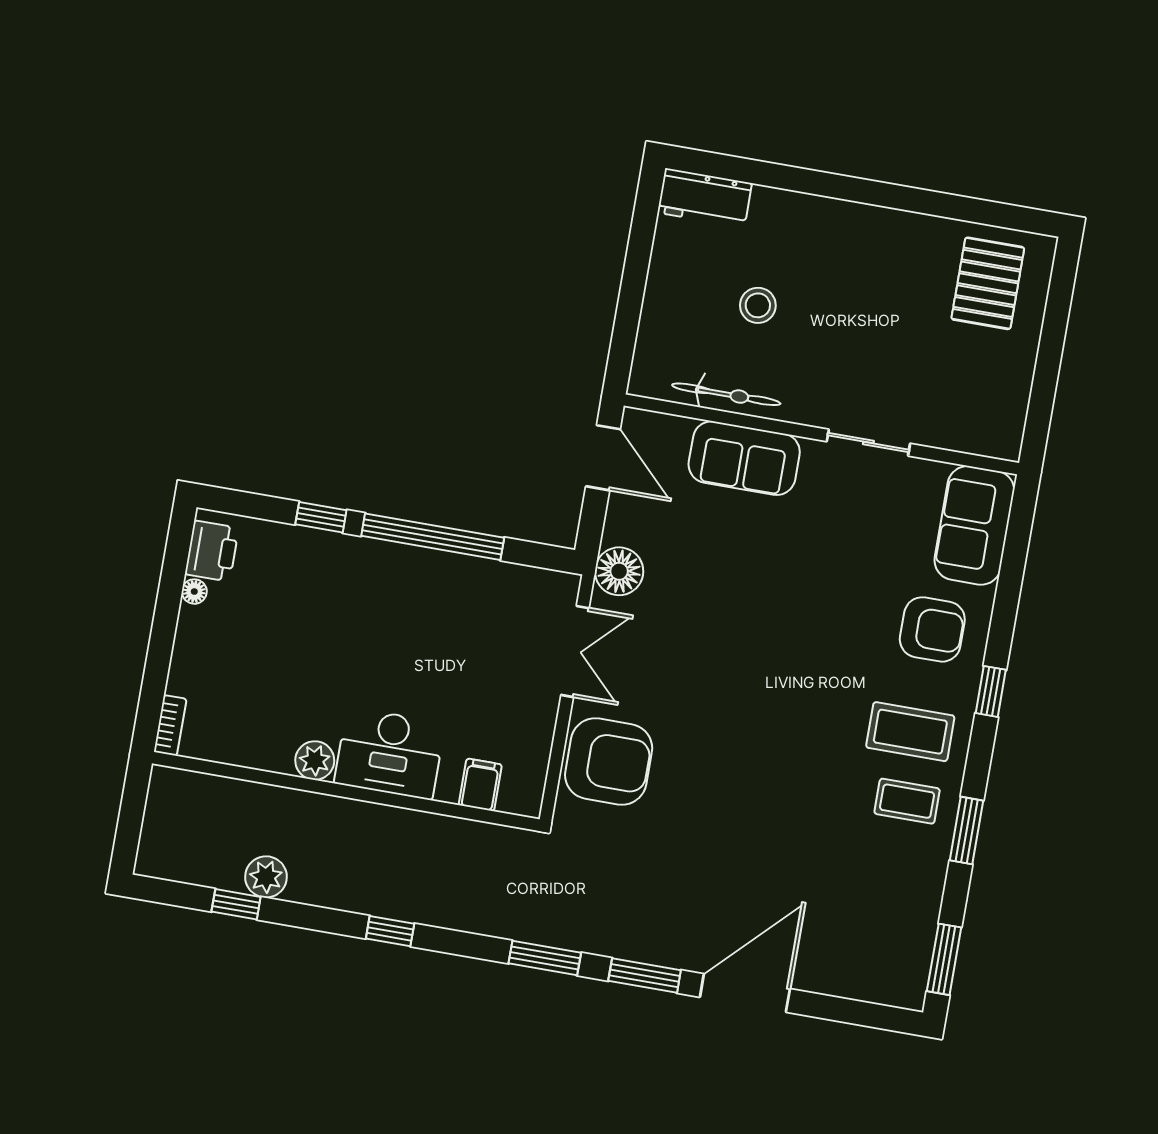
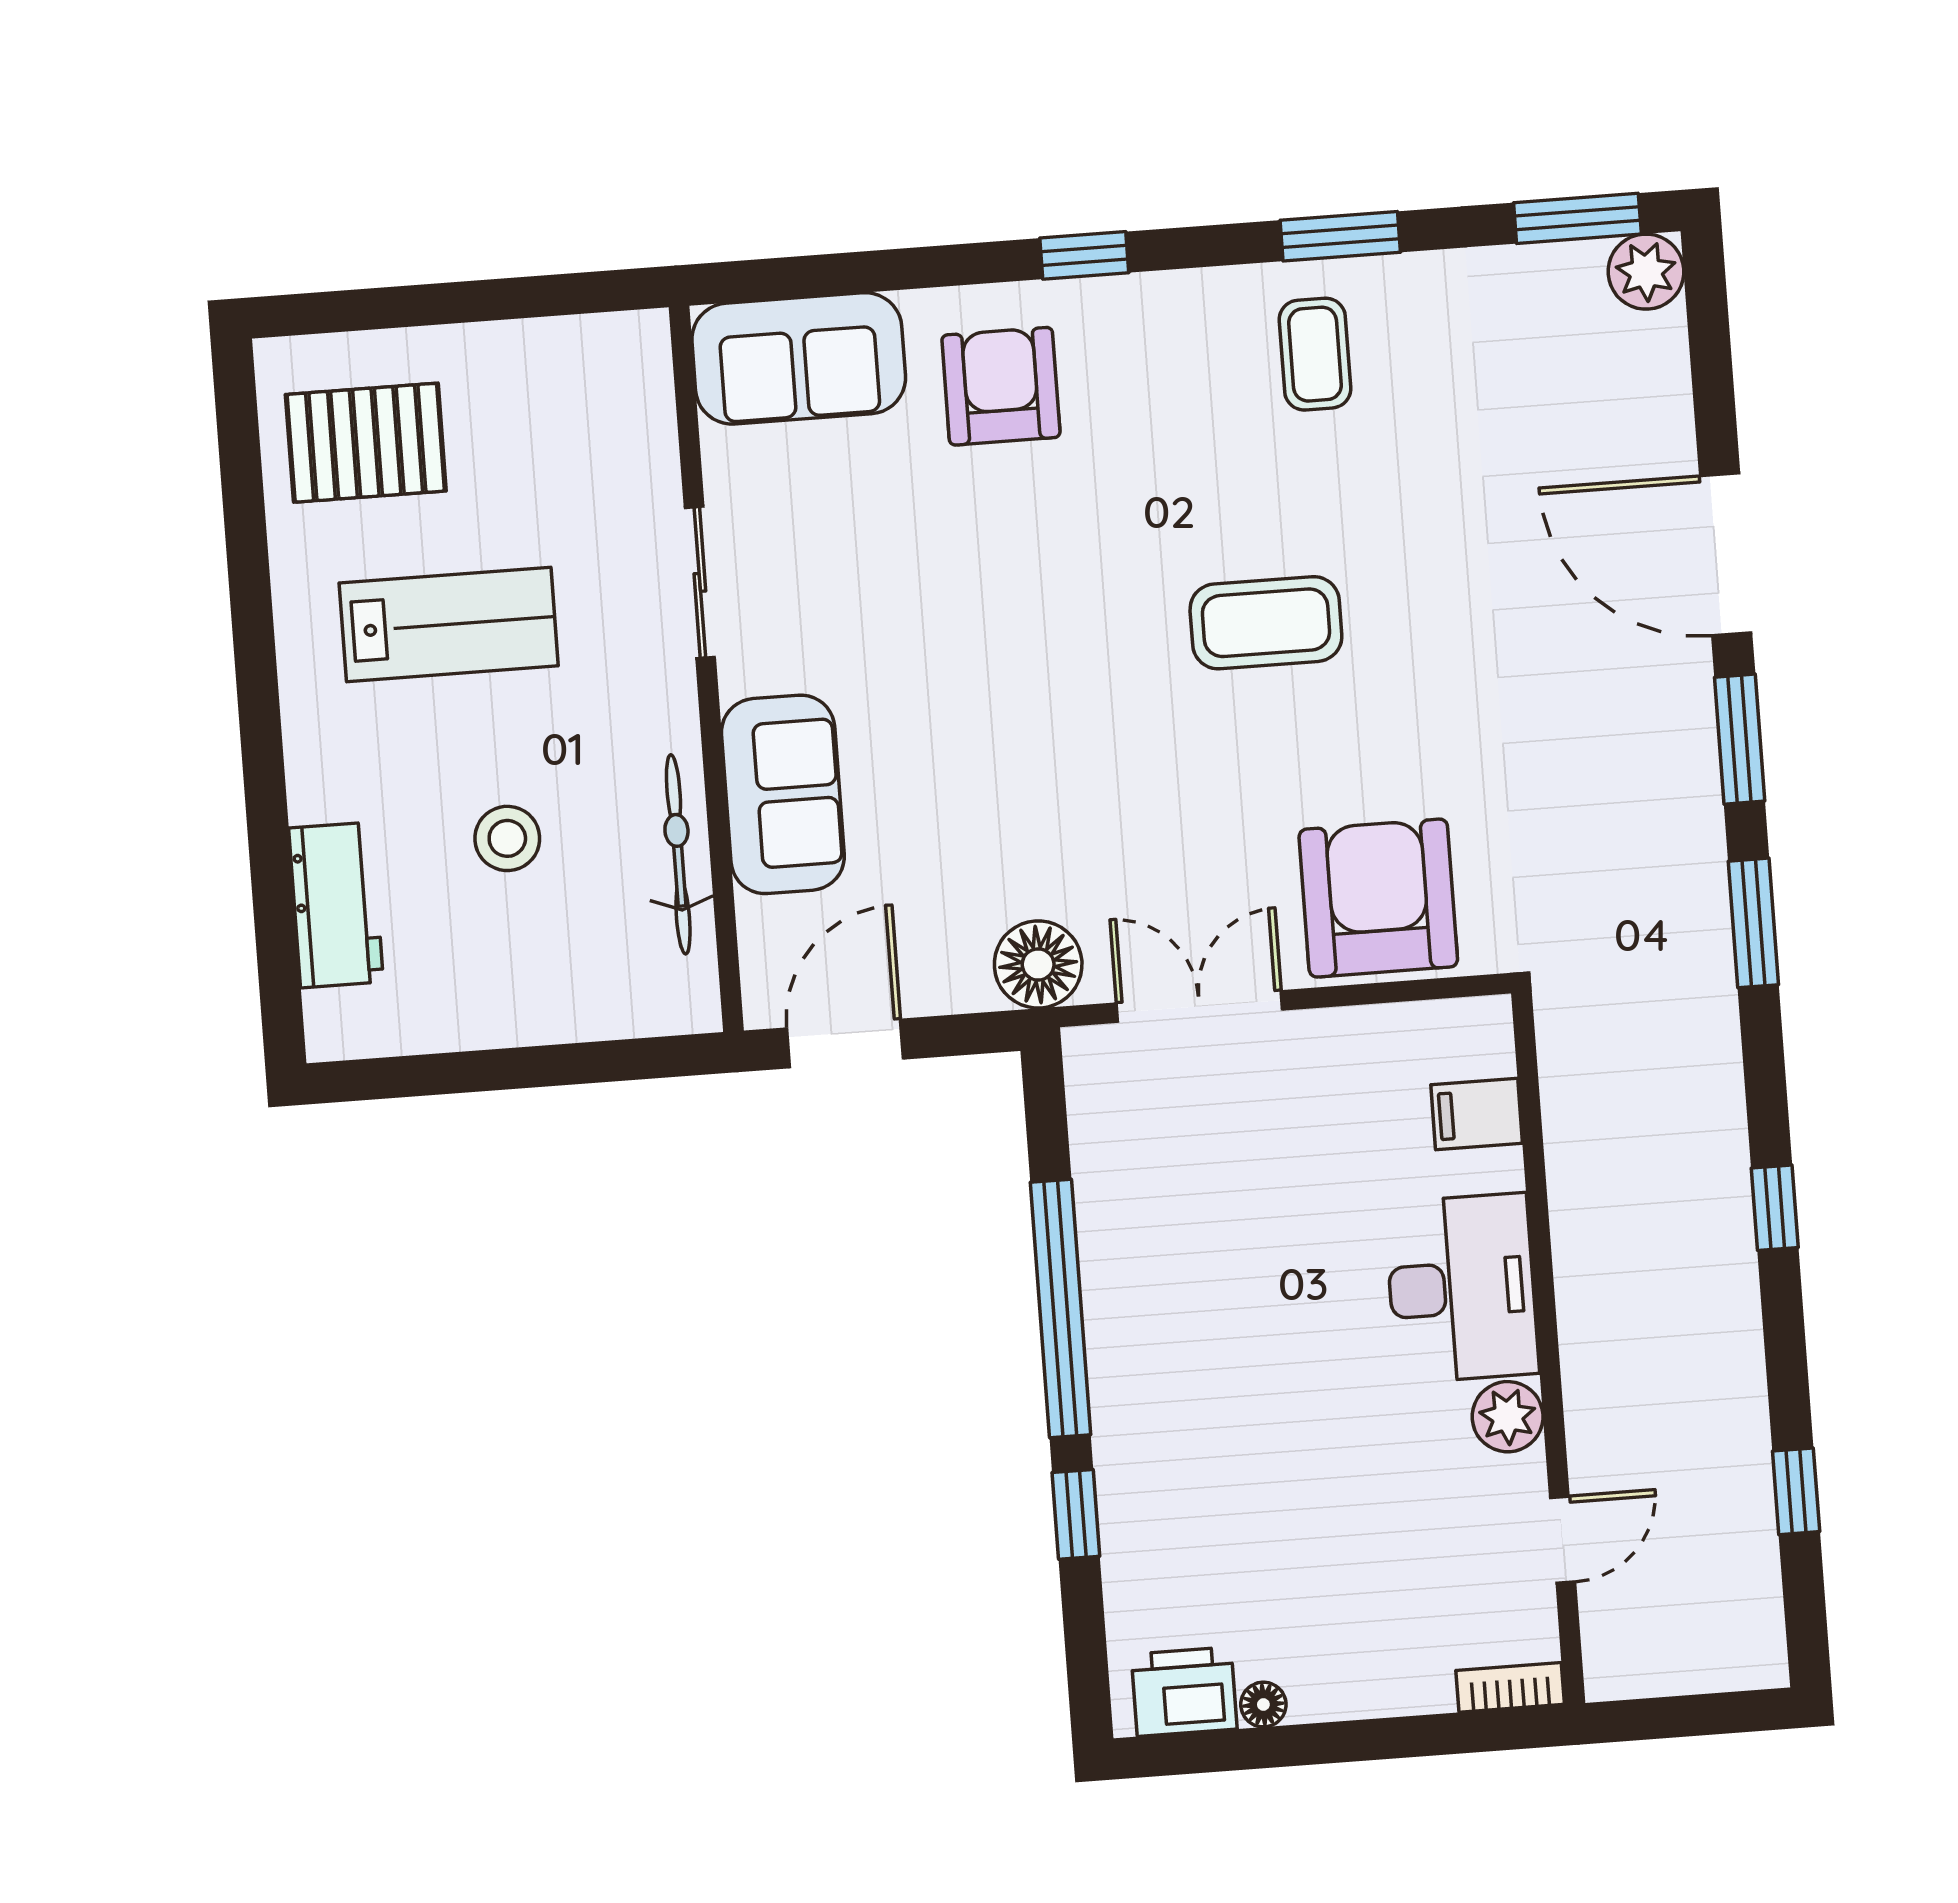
workbench: (705, 198) -> (336, 905), moved
lab bench: (880, 303) -> (449, 624), added
coffee table: (910, 732) -> (1266, 623), moved, turned 90
door: (242, 773) -> (1563, 1540), added
plant: (266, 877) -> (1646, 272), moved

